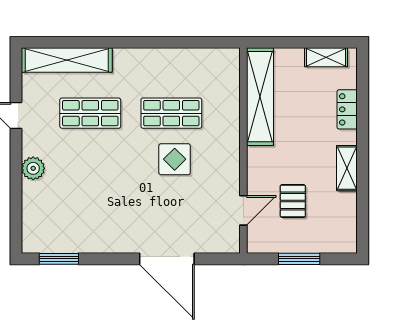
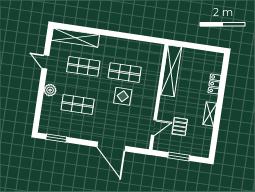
shelving: (326, 57) -> (208, 56), removed
shop shelf: (90, 188) -> (78, 104), added

